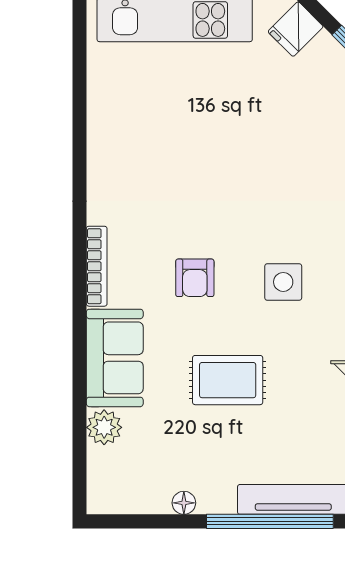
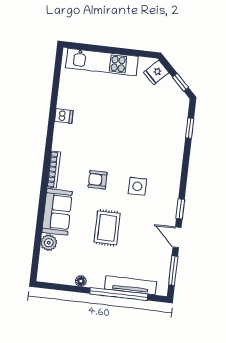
dishwasher: (105, 147) -> (64, 116), added
armchair: (195, 278) -> (98, 180), turned 90
rug: (228, 380) -> (107, 228), turned 90

